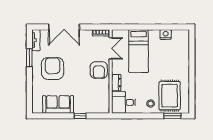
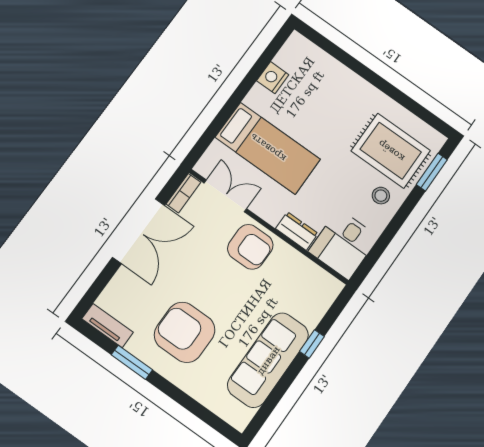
double door: (64, 27) -> (139, 231), moved
sofa: (58, 104) -> (268, 360), width x1.36

